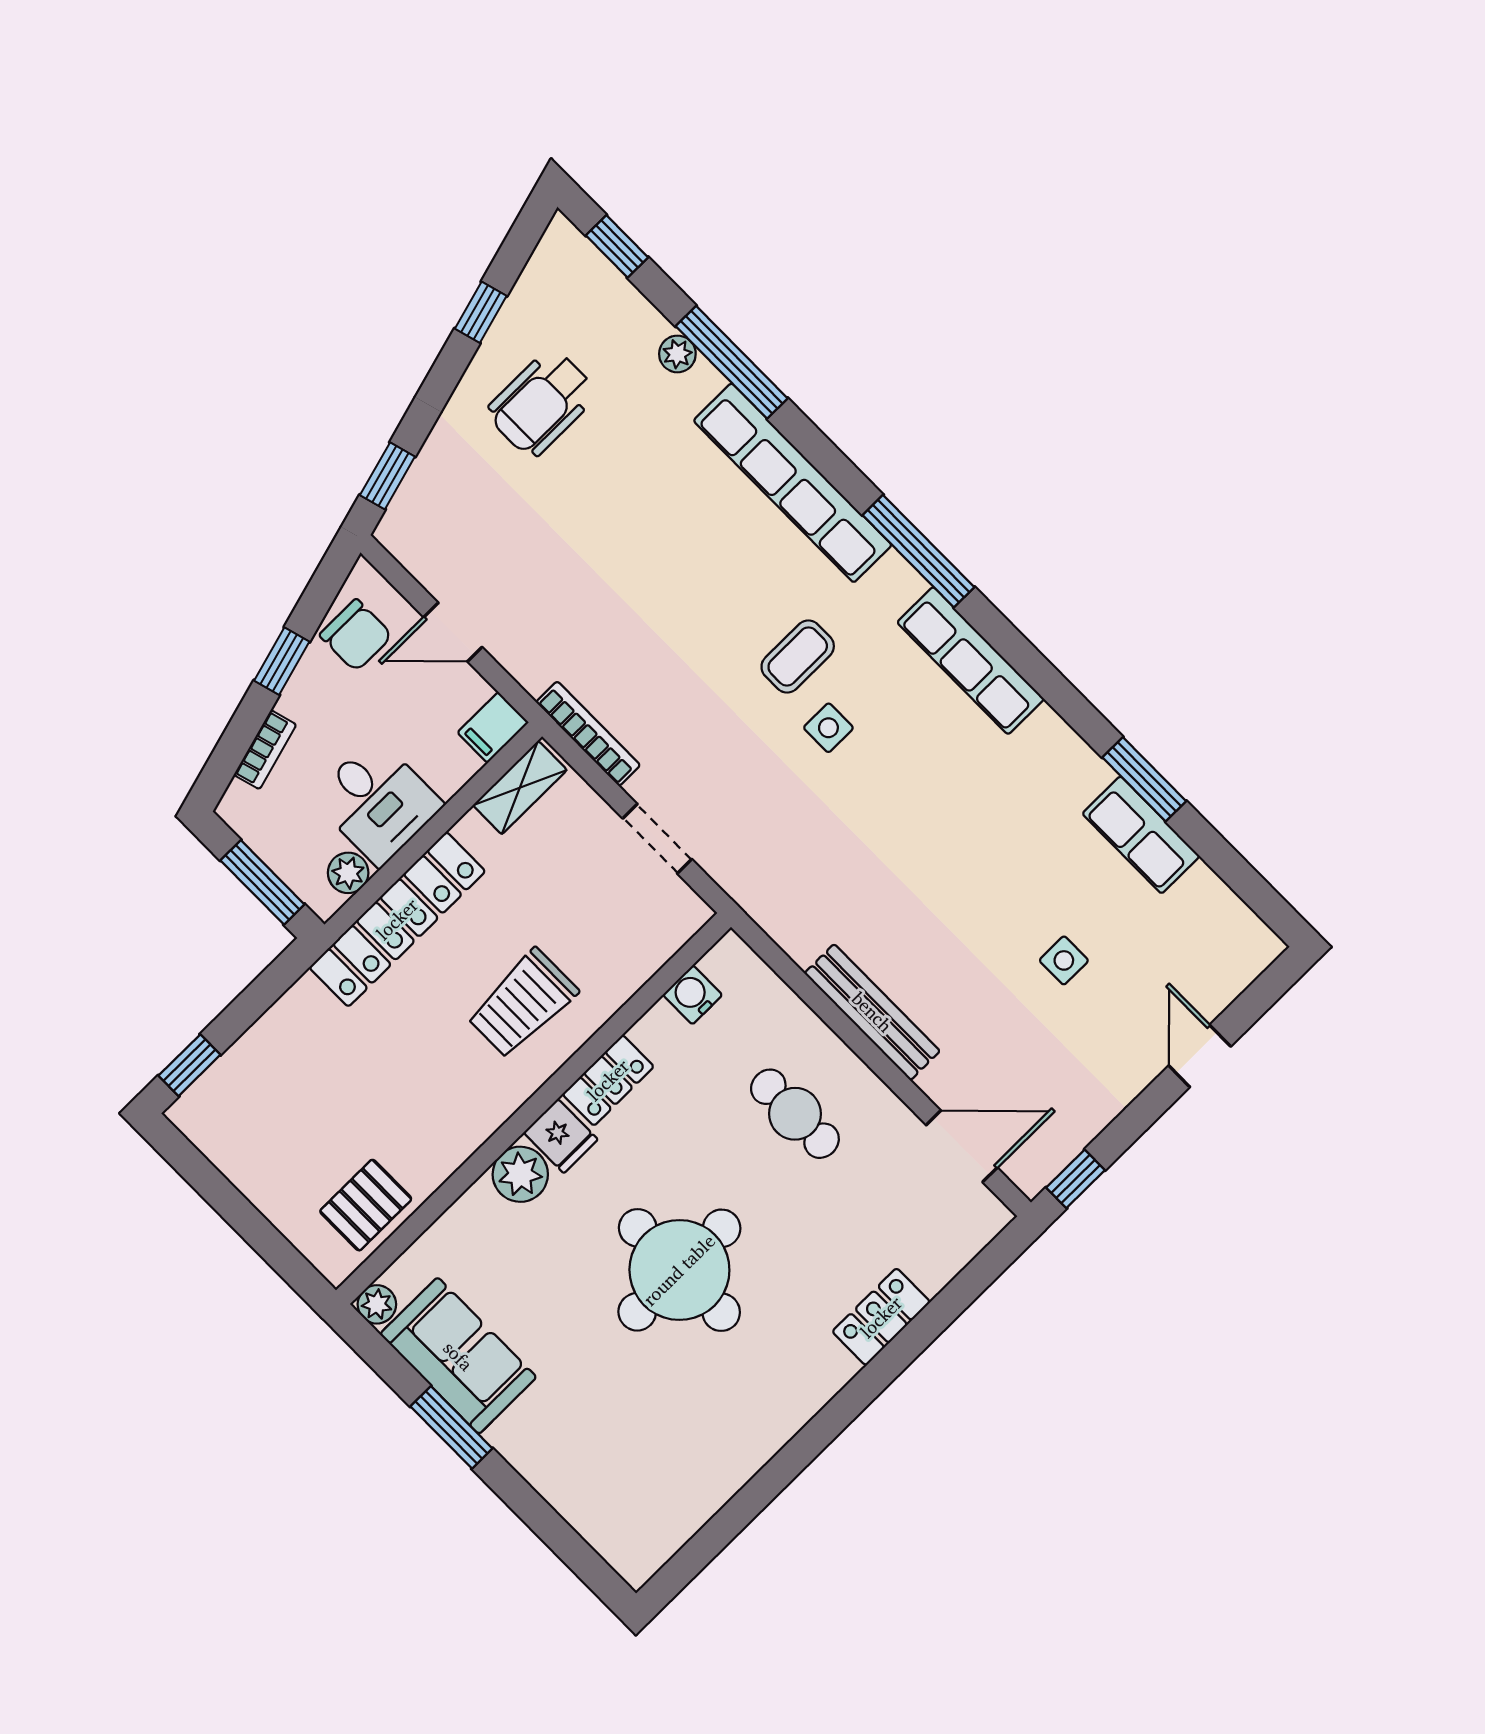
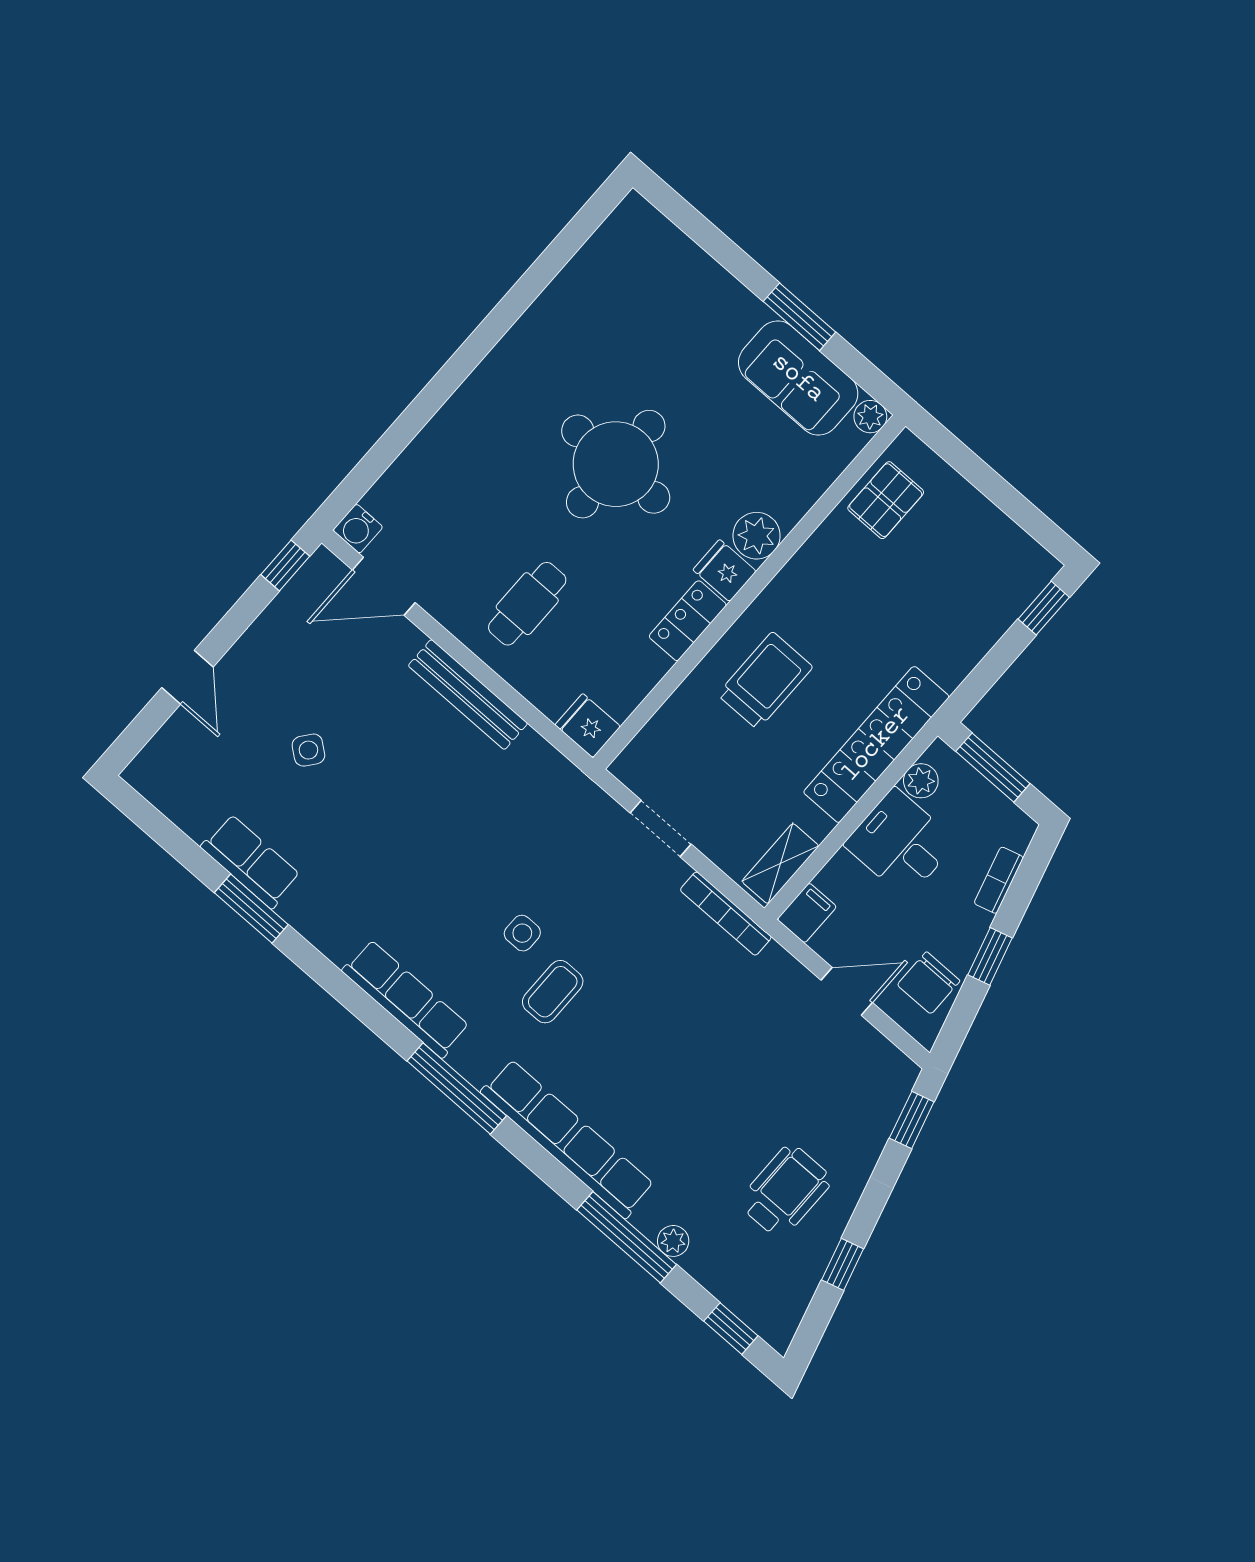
chair: (356, 635) -> (929, 983), turned -90
side table: (1064, 960) -> (308, 750), turned 38
fridge: (734, 966) -> (588, 726), added
water cooler: (693, 995) -> (358, 529), moved, turned 90
cafe table: (795, 1114) -> (527, 604), turned 90
locker: (881, 1317) -> (442, 437), removed

